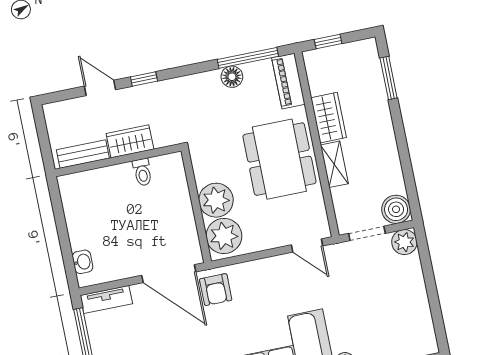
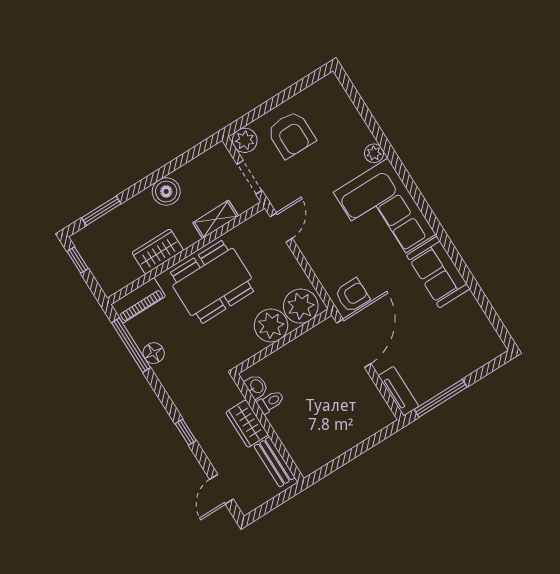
window: (328, 42) -> (78, 260), moved
door: (100, 88) -> (221, 489), moved
shelving: (334, 164) -> (216, 219), moved
boiler: (396, 209) -> (166, 192), moved
washbasin: (83, 262) -> (256, 386), moved, turned 90
armchair: (393, 289) -> (291, 135), added

